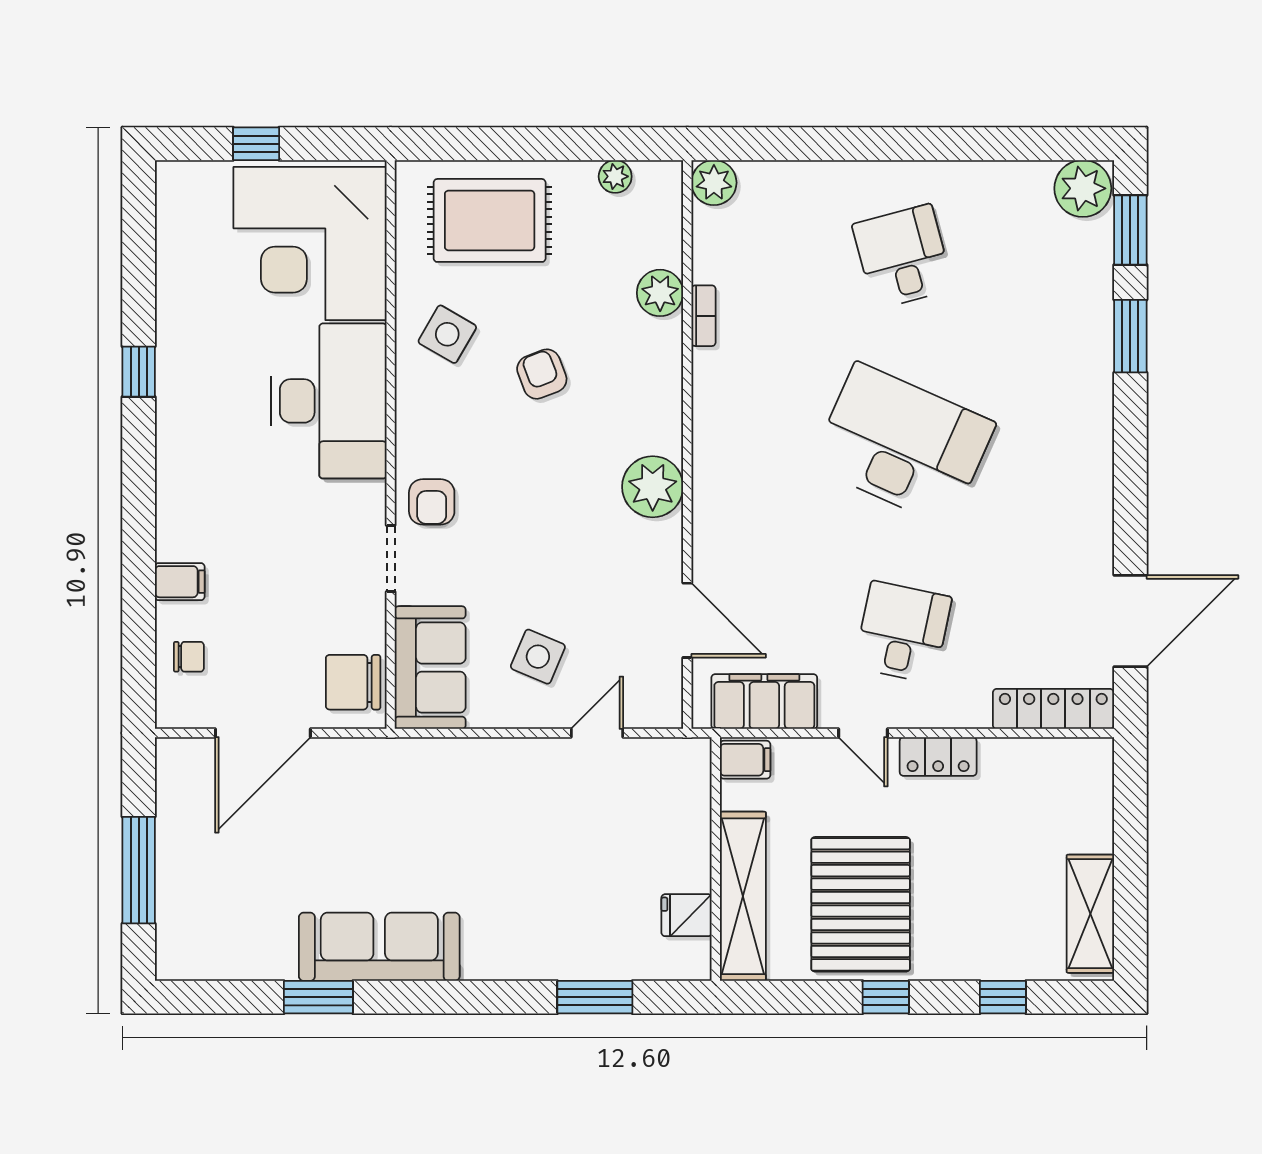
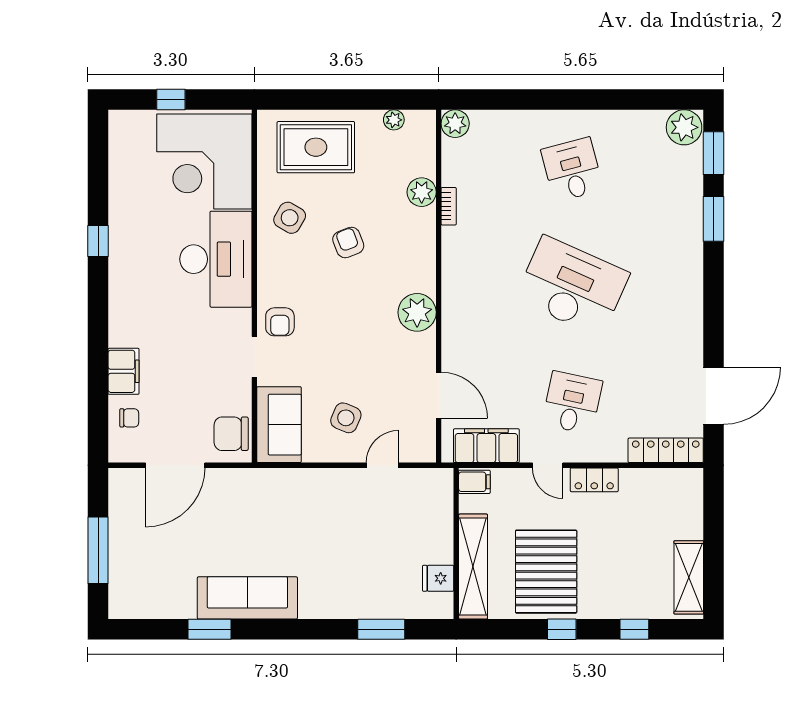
filing cabinet: (180, 582) -> (124, 371), width x2.00

